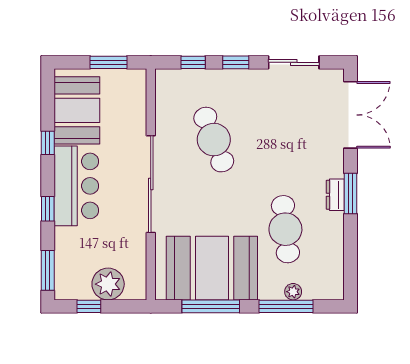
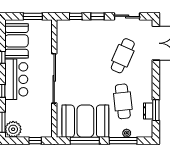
cafe table: (214, 140) -> (123, 56), moved, turned 45
window: (351, 194) -> (156, 110), moved
dresser: (335, 195) -> (148, 111), moved
plant: (108, 284) -> (13, 129), moved
window: (89, 306) -> (35, 141), moved

